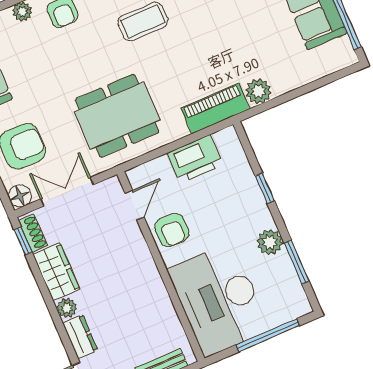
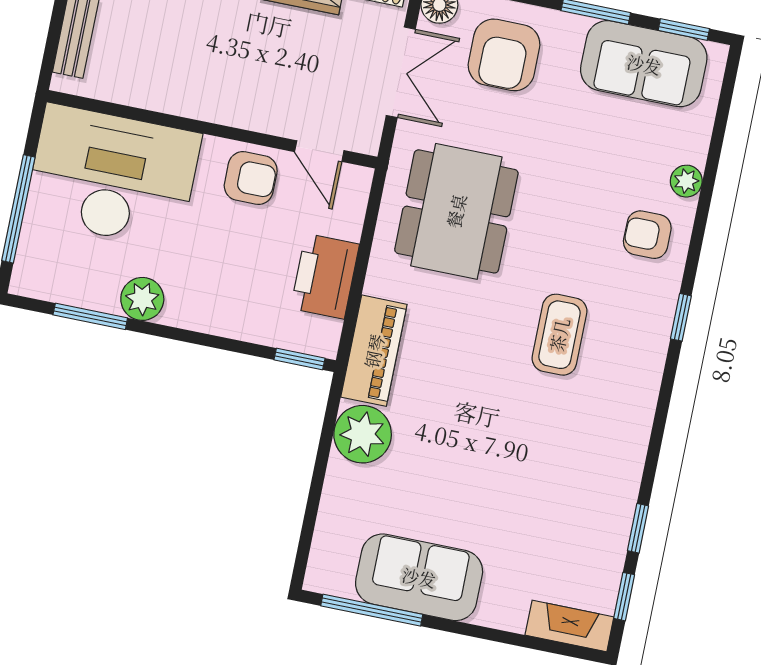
plant: (258, 91) -> (363, 434), width x1.36, depth x1.36
window: (265, 188) -> (300, 359), moved
armchair: (172, 230) -> (251, 178), turned 180

